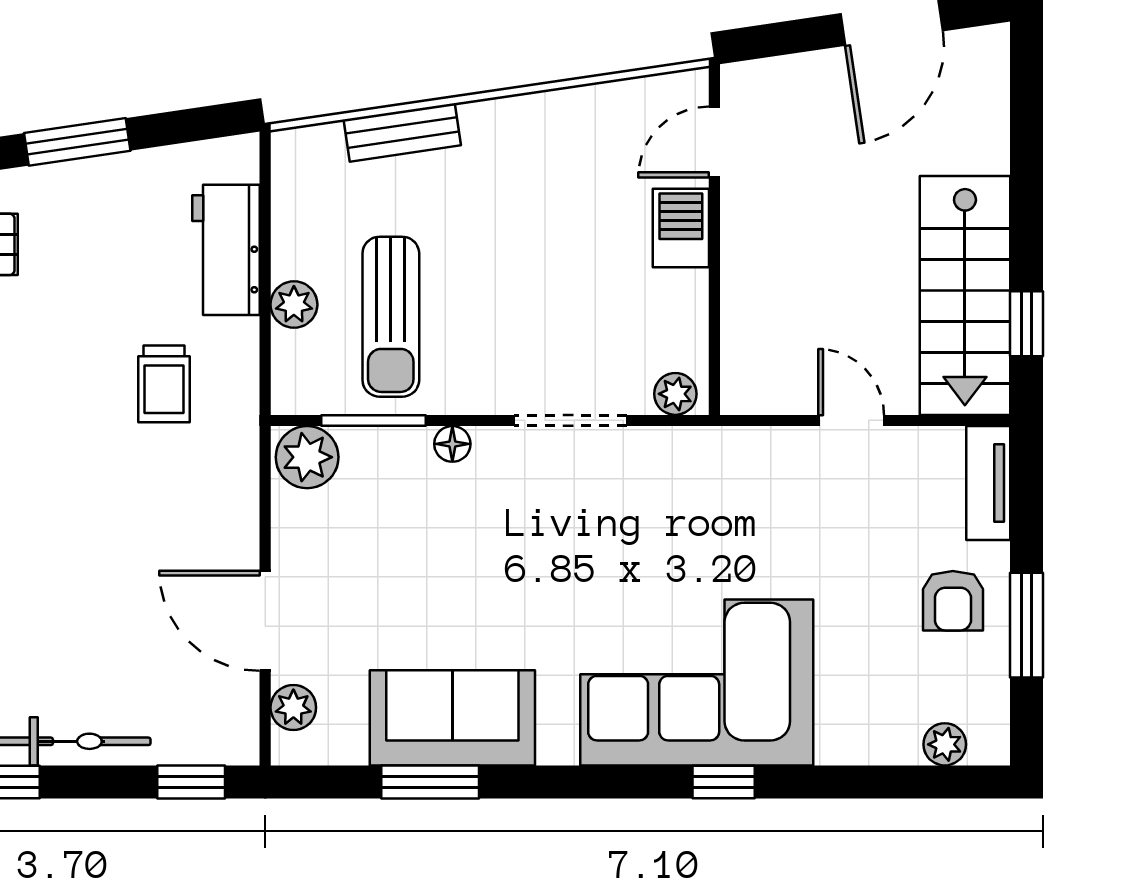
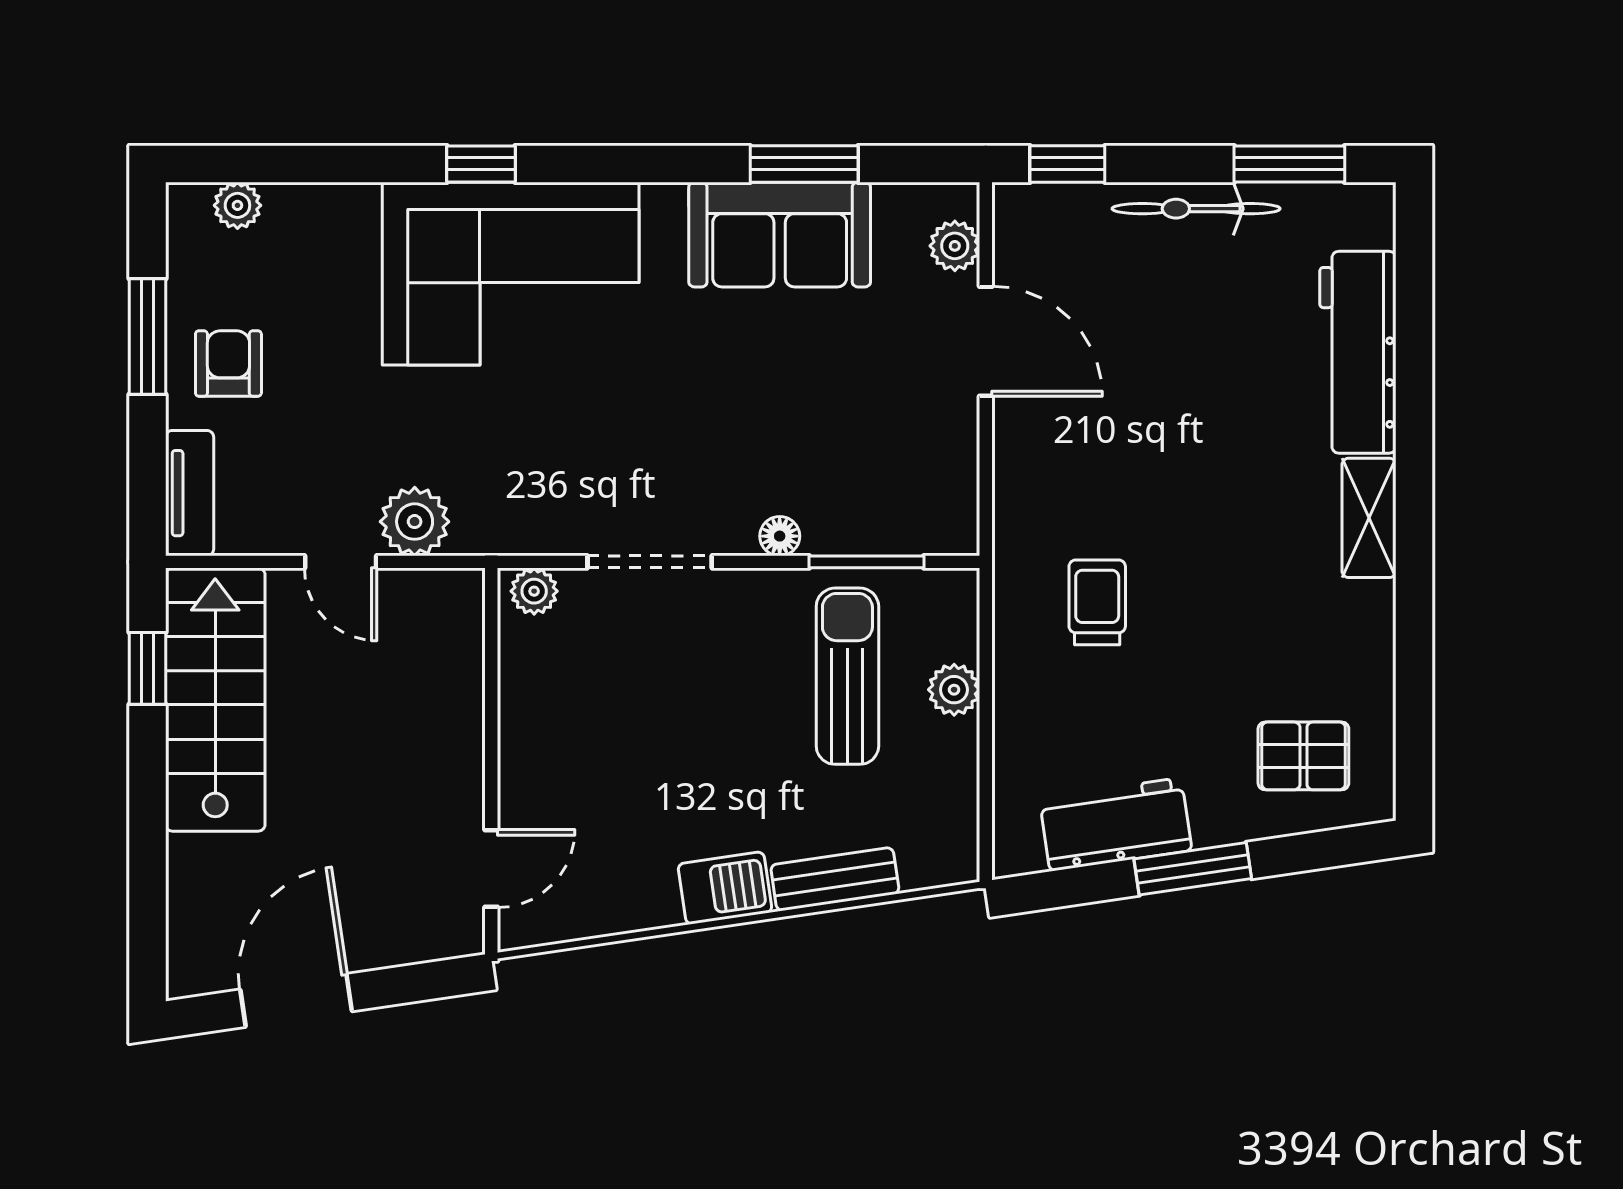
barbecue: (681, 228) -> (725, 888), moved, turned -98
workbench: (226, 250) -> (1116, 824), moved, turned -98
plant: (307, 457) -> (415, 522), moved

